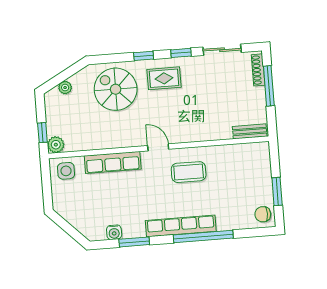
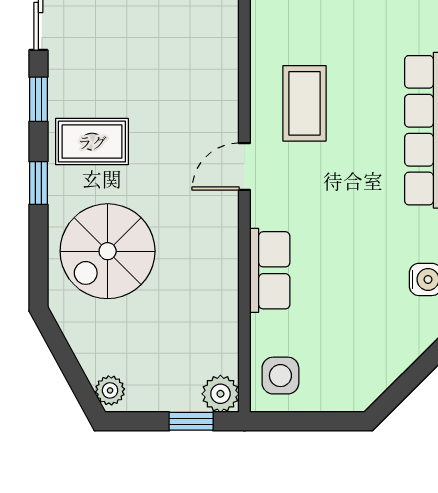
rug: (164, 78) -> (92, 142), turned 90
plant: (65, 88) -> (110, 390), moved
row of seats: (113, 162) -> (270, 270), width x0.68

